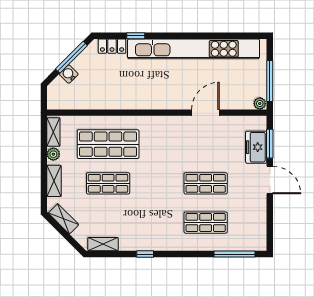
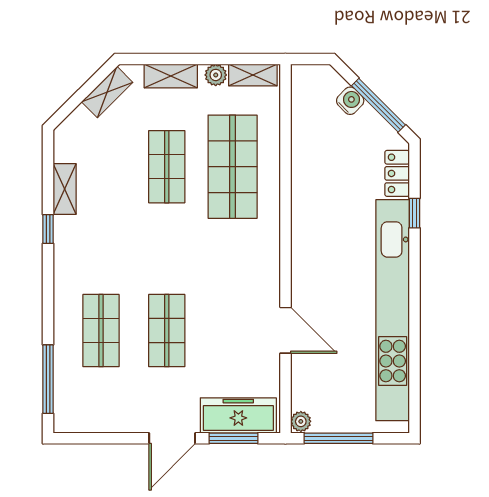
freezer: (256, 147) -> (238, 416), width x1.40
shelving: (103, 244) -> (65, 189), moved

